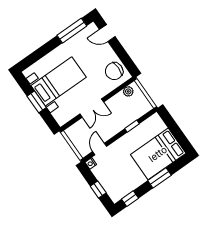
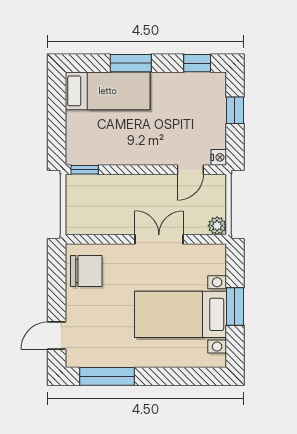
door: (107, 33) -> (57, 336), swing flipped
plant: (128, 91) -> (217, 226), moved
window: (132, 126) -> (85, 170), moved
bed: (158, 154) -> (108, 91), width x0.67

